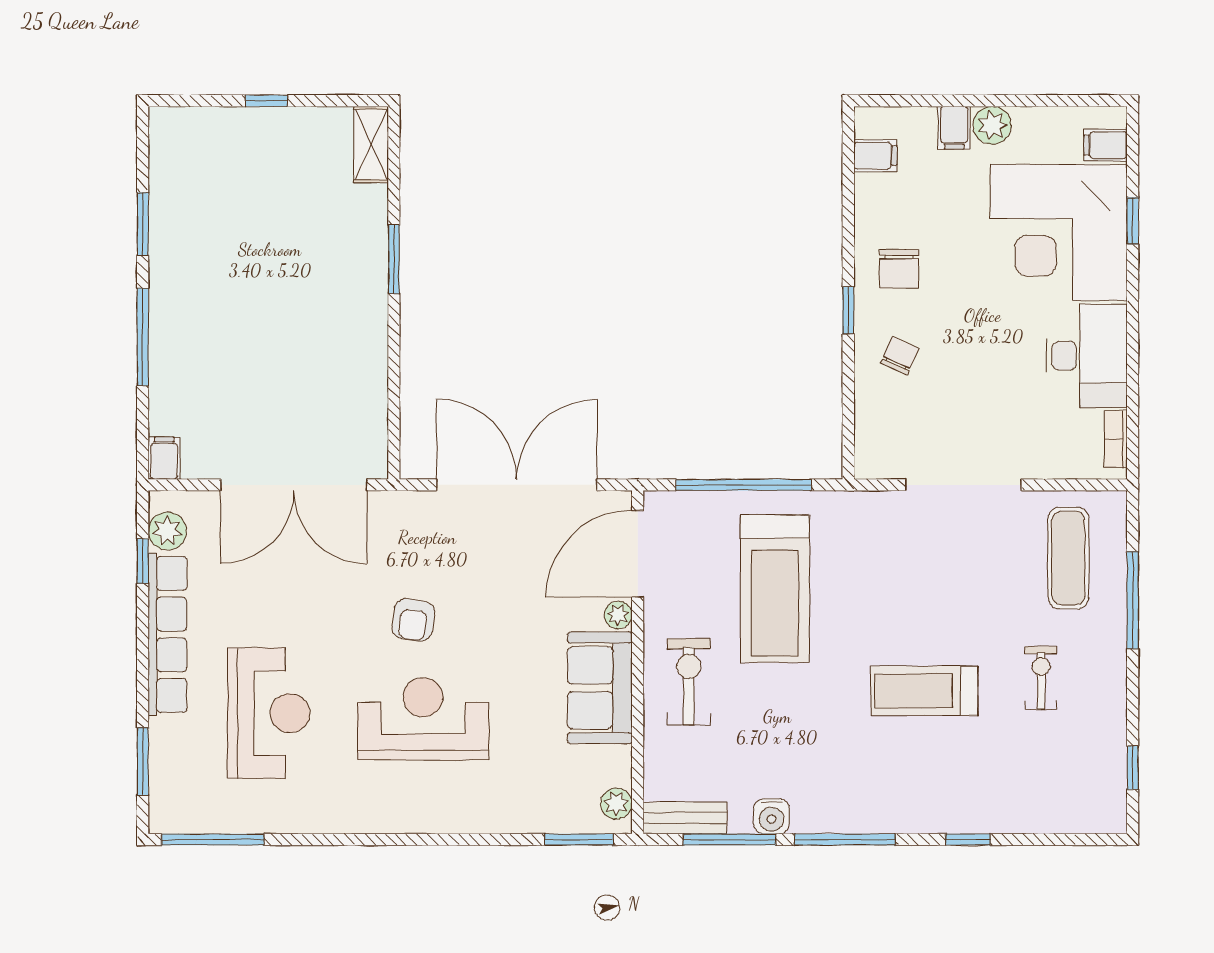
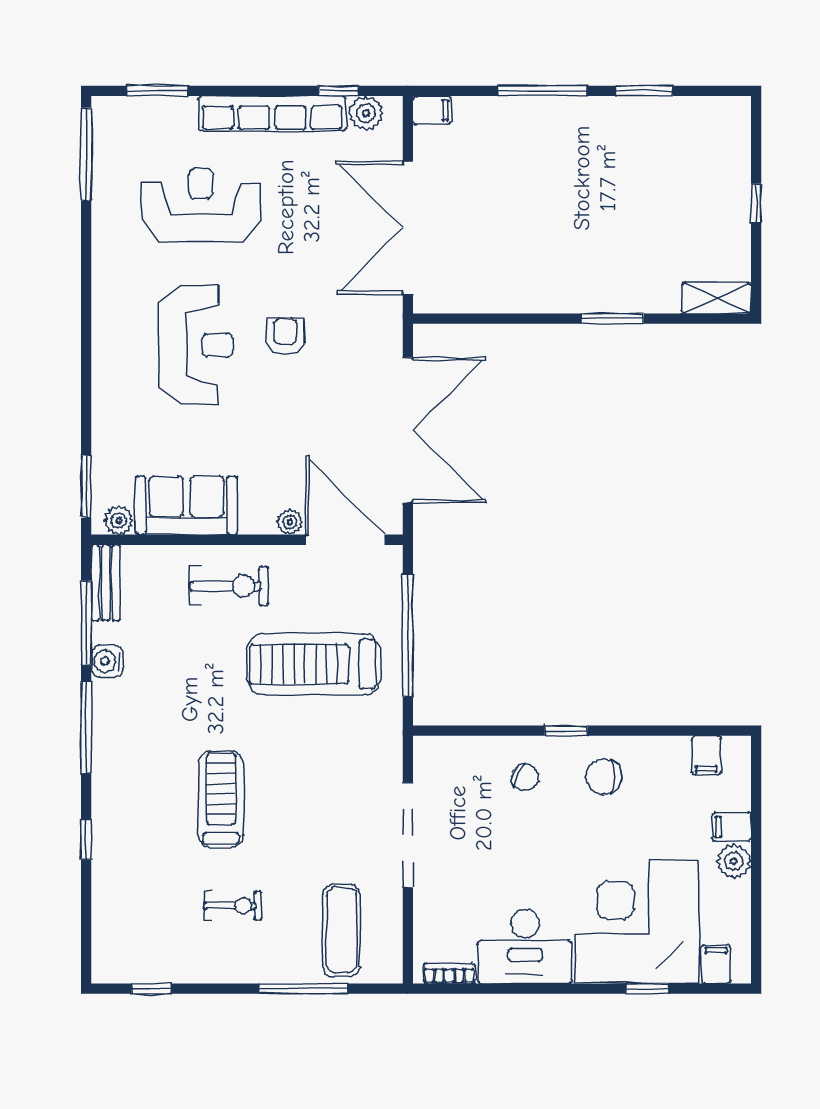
exercise mat: (1068, 558) -> (341, 930), turned 90
armchair: (413, 620) -> (285, 336), turned 81
sofa: (600, 688) -> (186, 505), moved
reception desk: (269, 713) -> (201, 205), turned 180

